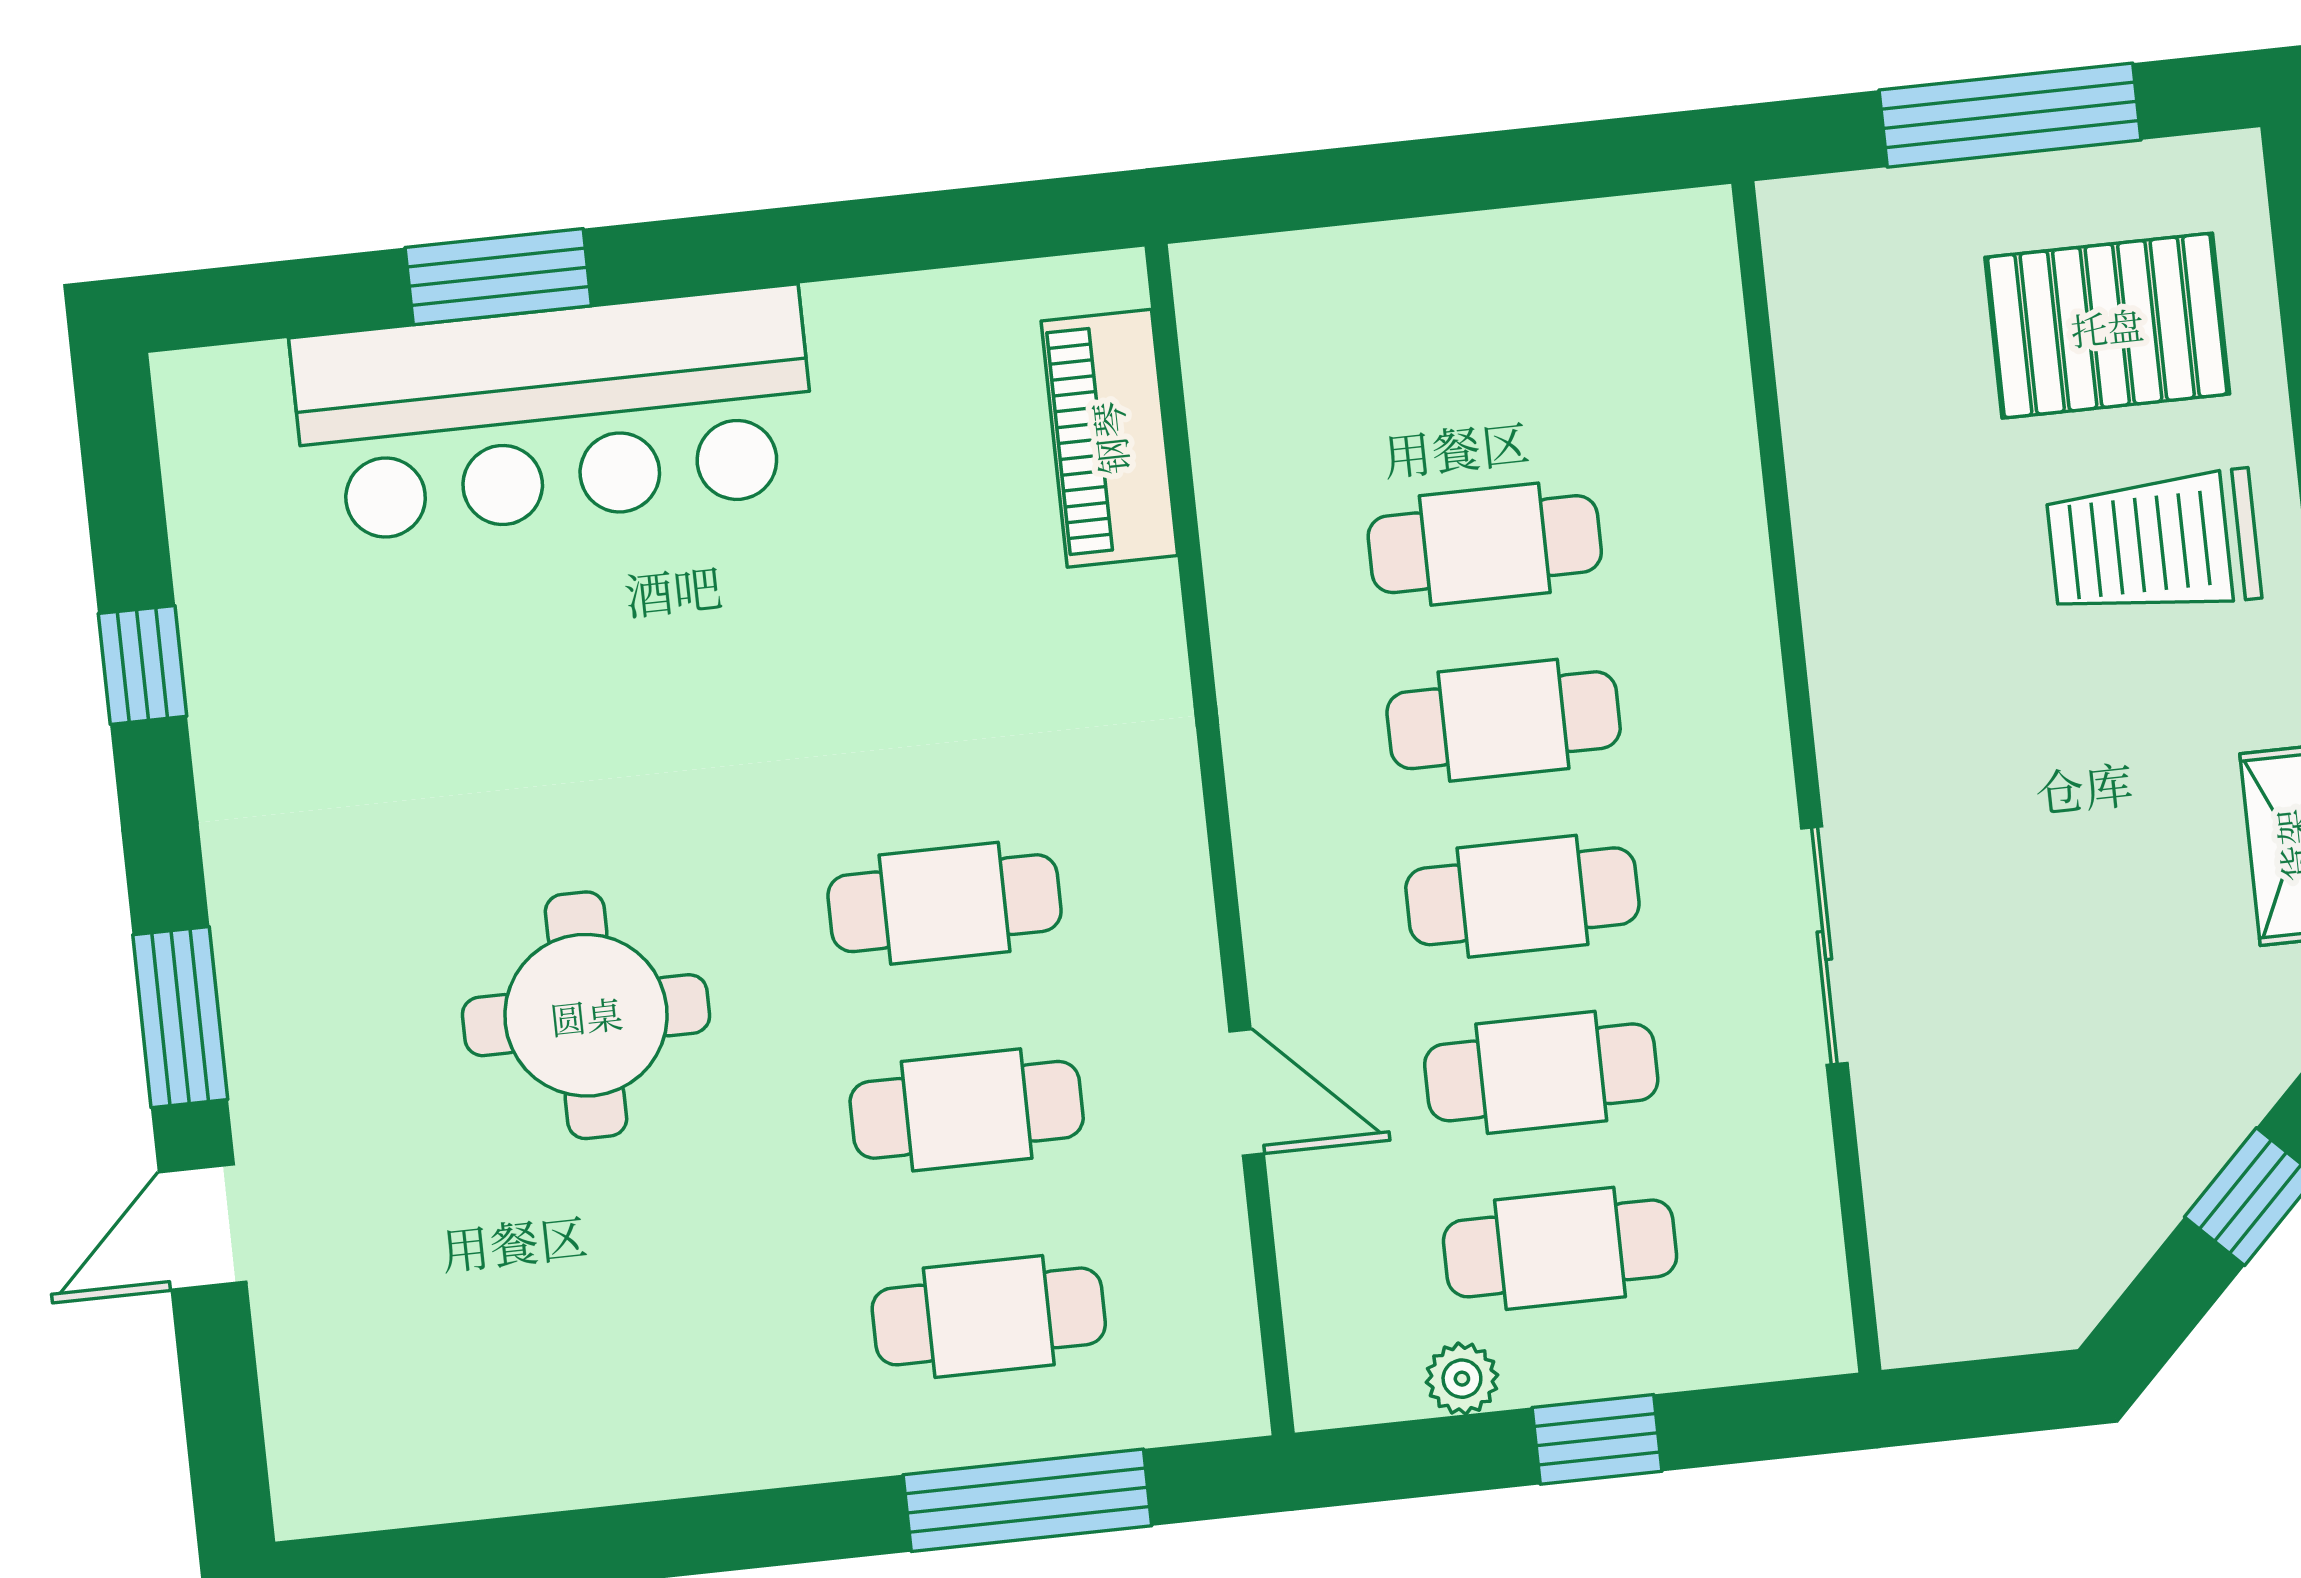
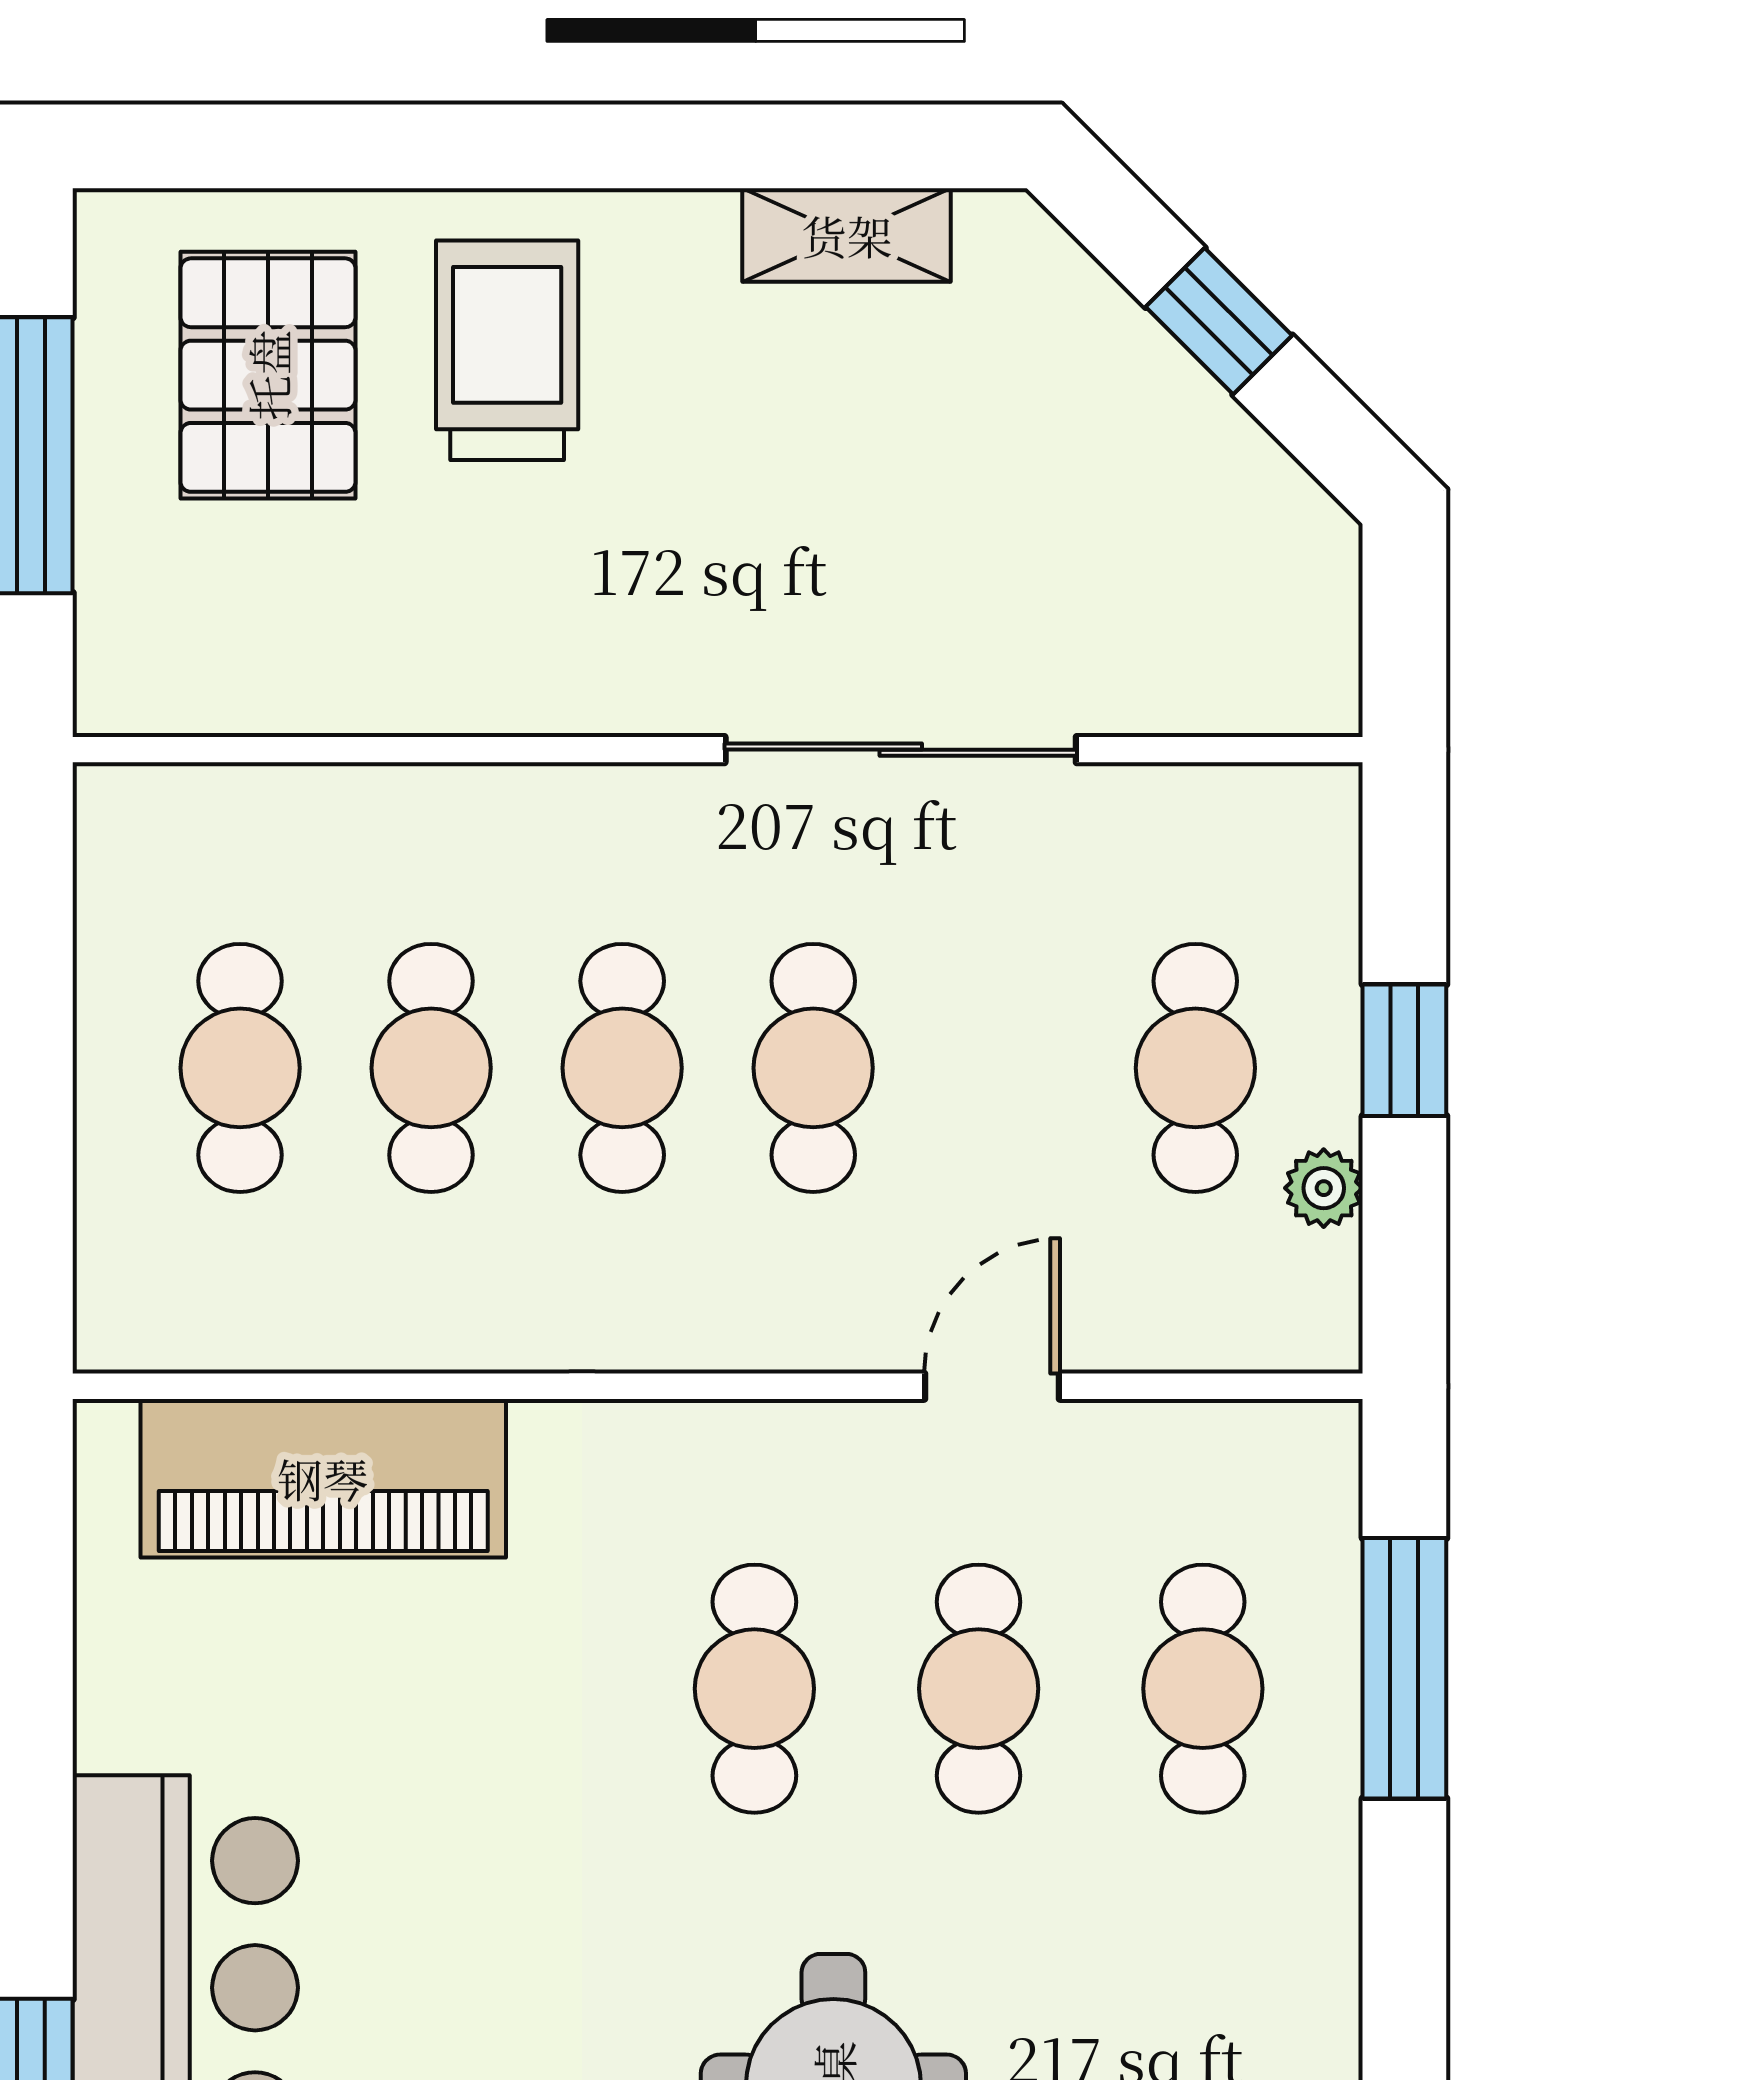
piano: (1109, 438) -> (323, 1478), width x1.37, depth x1.33
trolley: (2154, 544) -> (507, 350), turned 180
sliding door: (1824, 946) -> (901, 750), width x1.37
cafe table: (1541, 1072) -> (240, 1068), moved

